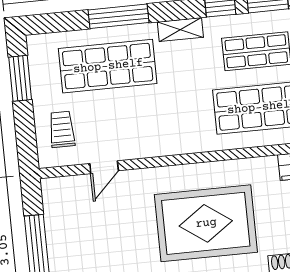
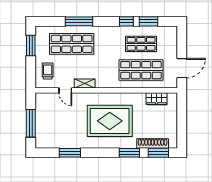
shelving: (180, 30) -> (85, 84), moved
door: (104, 167) -> (65, 90), hinge flipped

